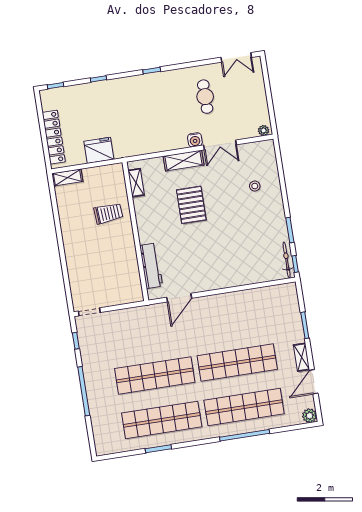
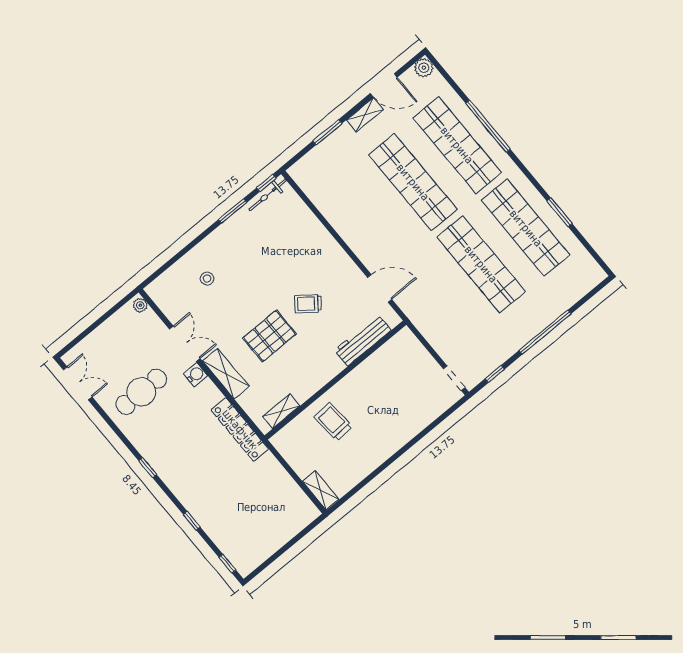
cafe table: (205, 97) -> (141, 392), width x1.37, depth x1.35
locker: (54, 137) -> (240, 429), moved, turned -90
fridge: (99, 150) -> (270, 473), removed
trolley: (197, 244) -> (308, 304), added

